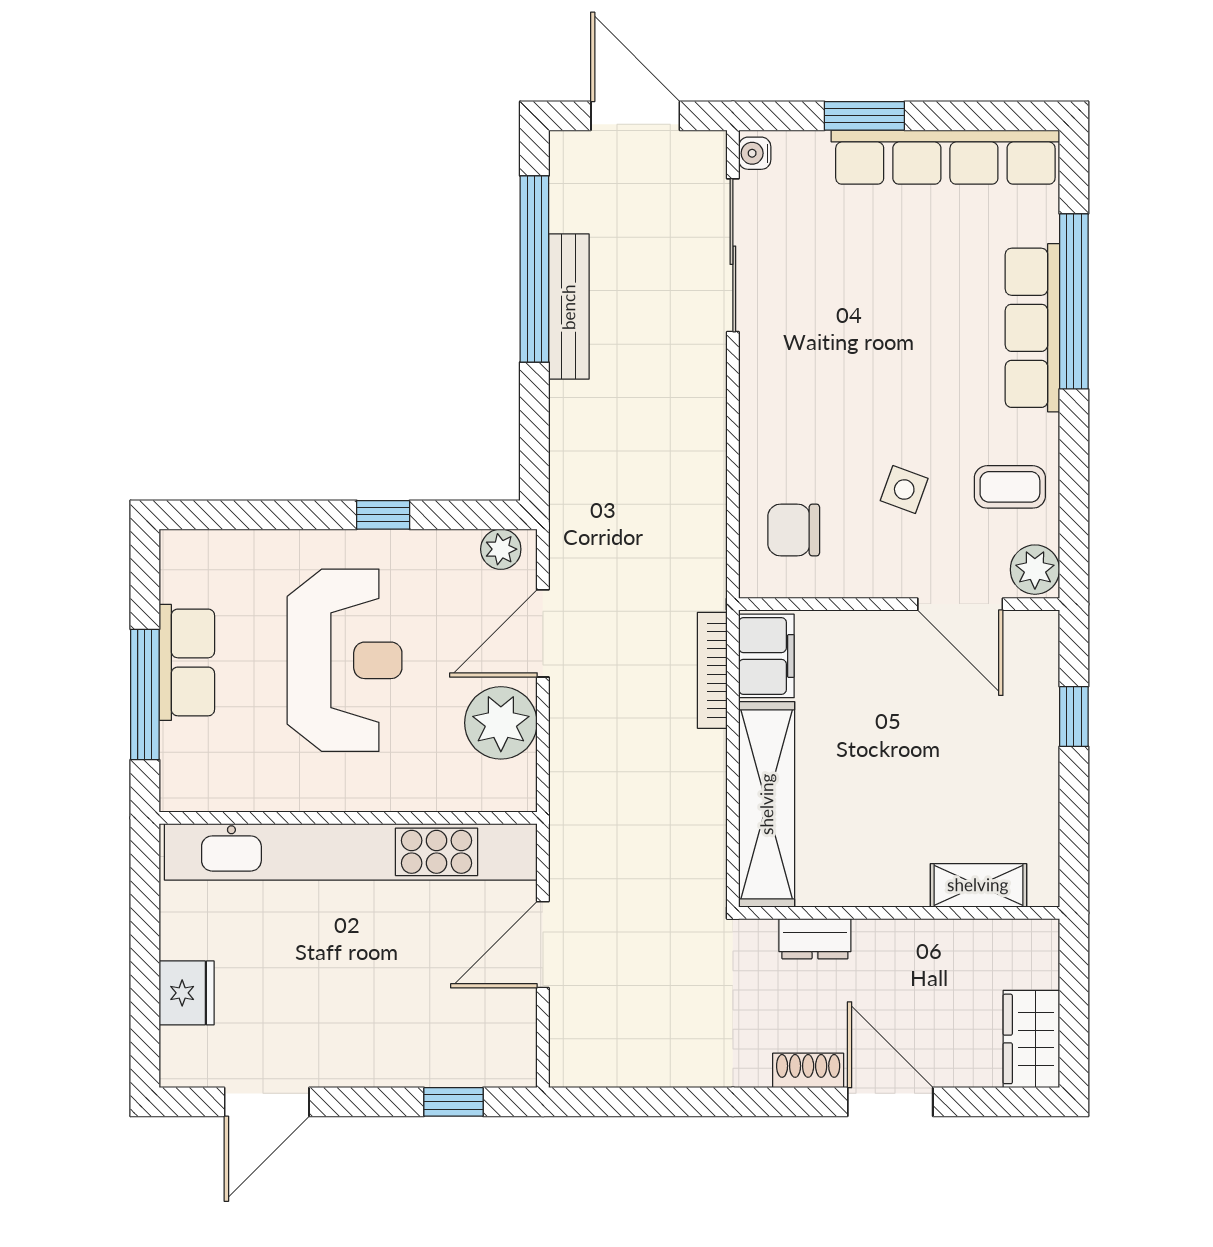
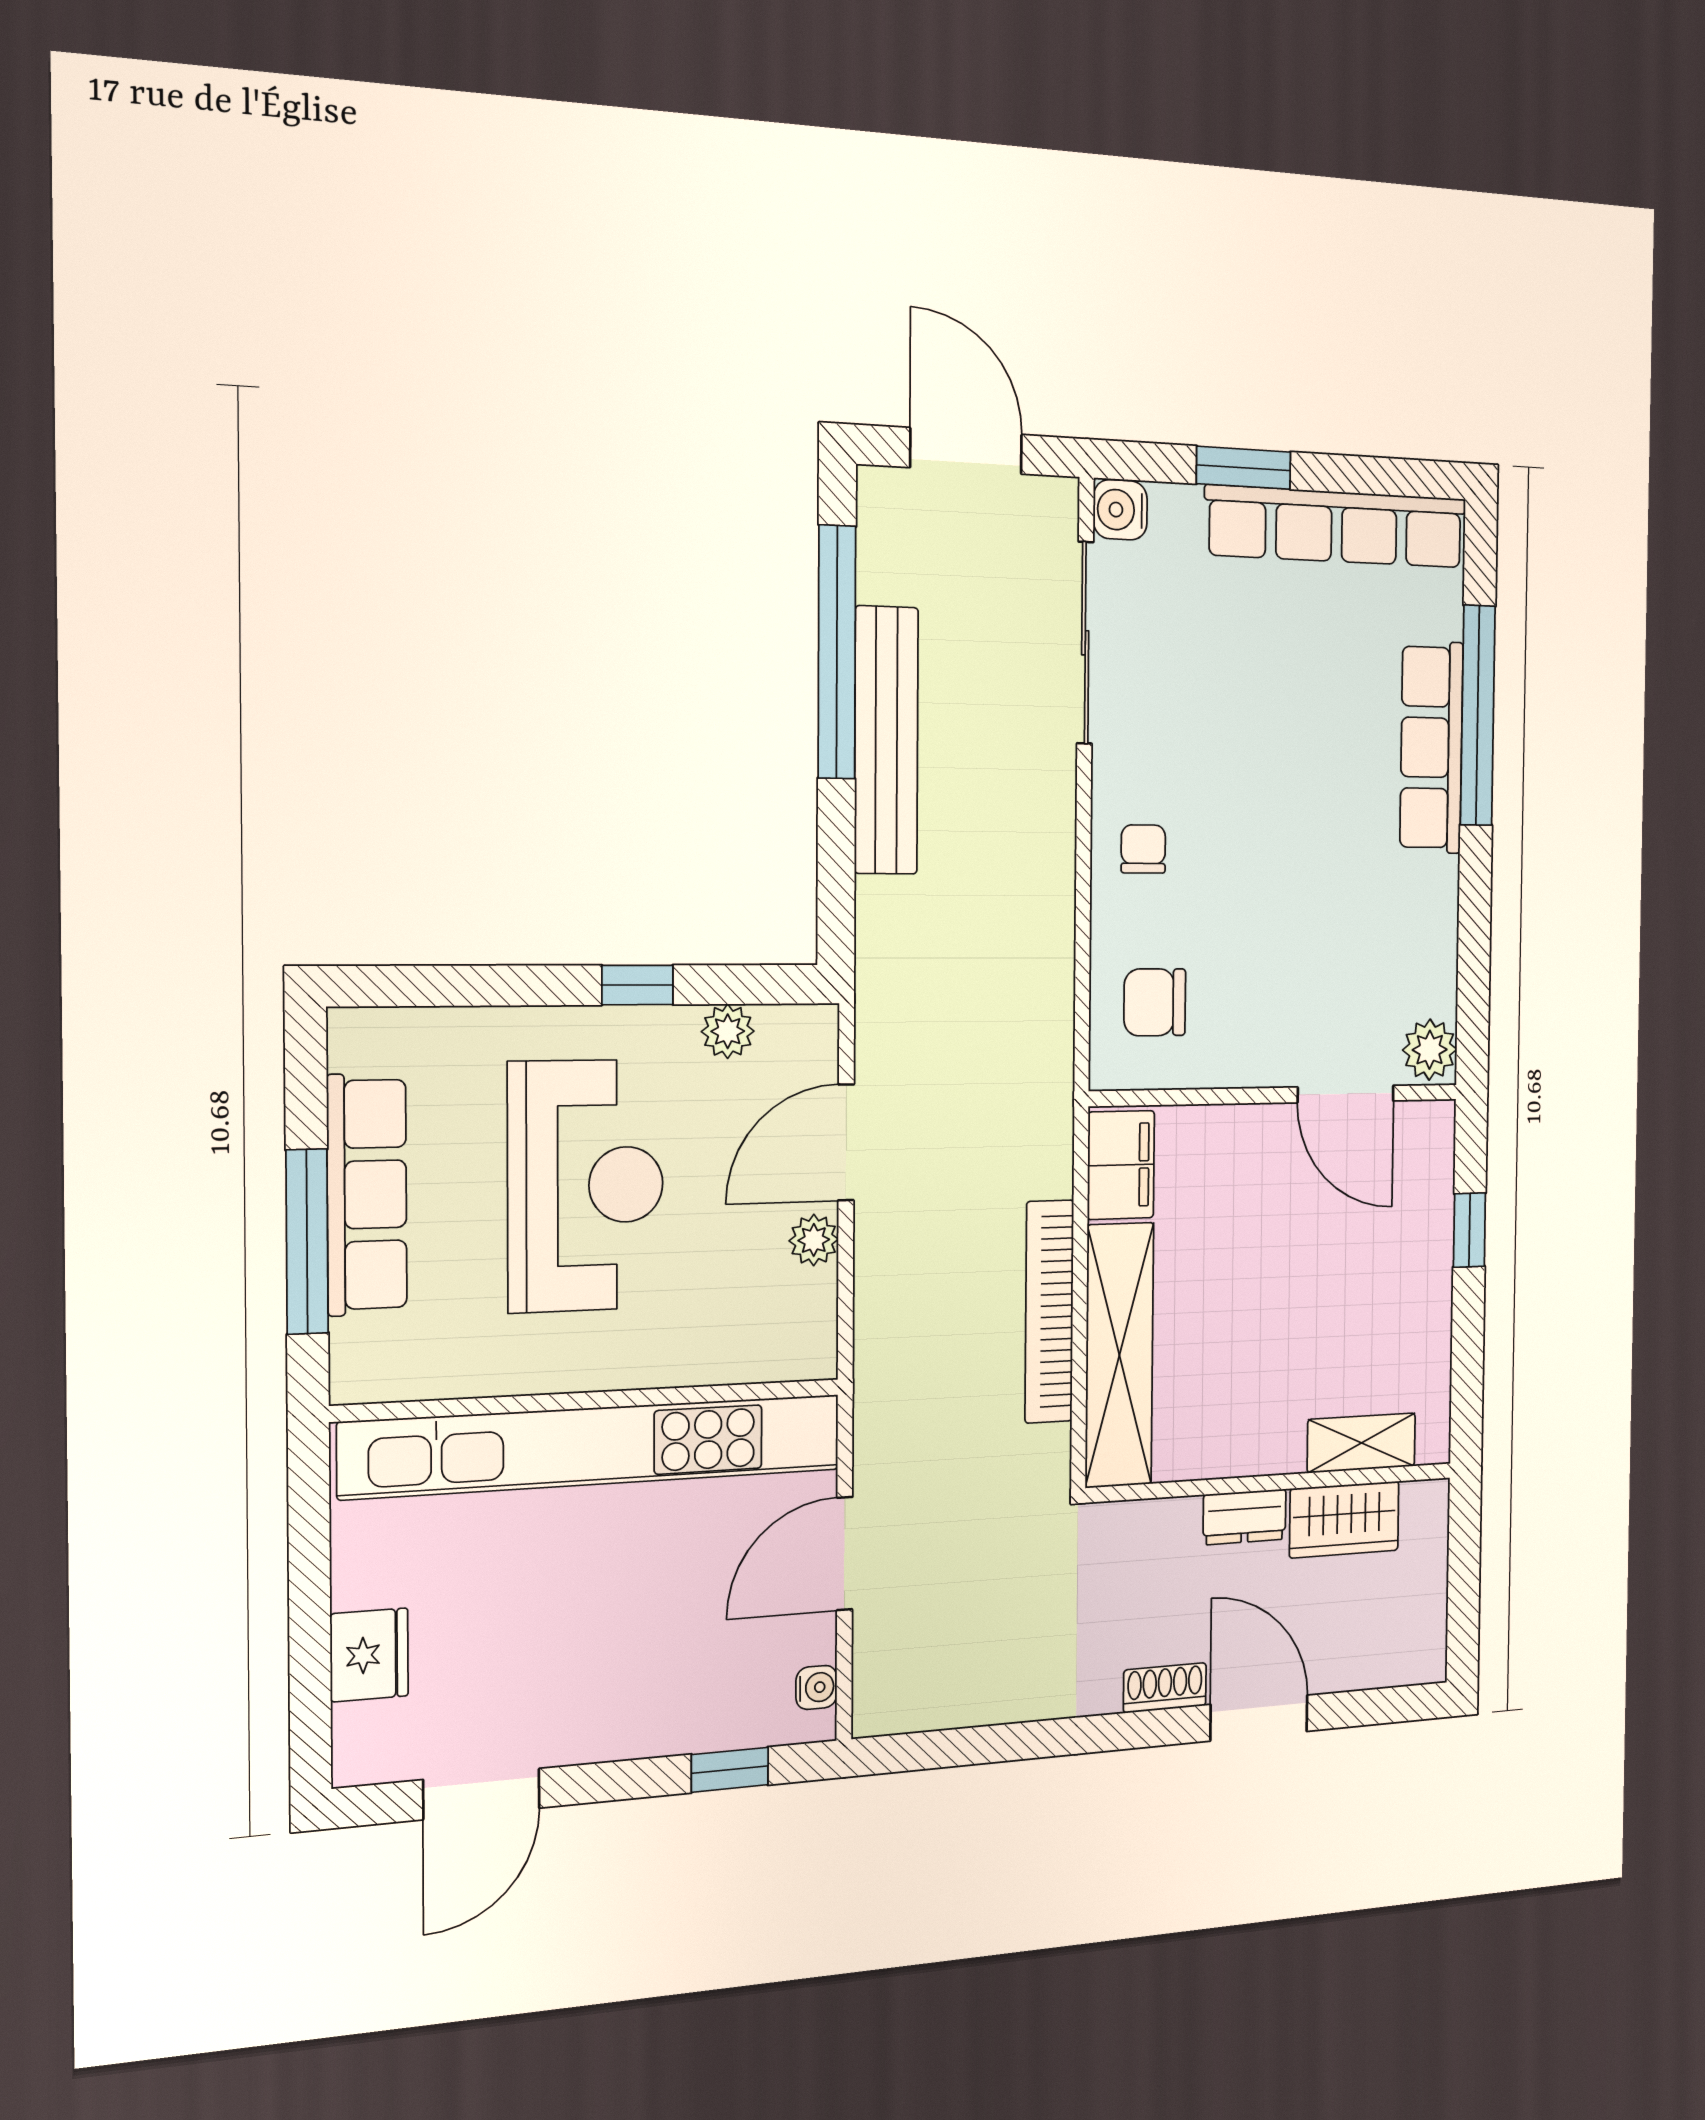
water cooler: (755, 153) -> (1120, 510), width x1.38, depth x1.38
bench: (569, 307) -> (886, 741), width x1.37, depth x1.21
chair: (783, 412) -> (1143, 849), added
coffee table: (1010, 487) -> (1403, 947), removed
side table: (904, 490) -> (1284, 950), removed
plant: (501, 549) -> (728, 1031), moved
row of seats: (187, 662) -> (367, 1195), width x1.48
bookcase: (712, 670) -> (1049, 1312), moved, width x1.48, depth x1.31
plant: (501, 723) -> (814, 1240), width x0.53, depth x0.53
dresser: (815, 939) -> (1245, 1517), moved
wardrobe: (1031, 1039) -> (1344, 1520), moved, turned -90
water cooler: (521, 1045) -> (816, 1687), added

